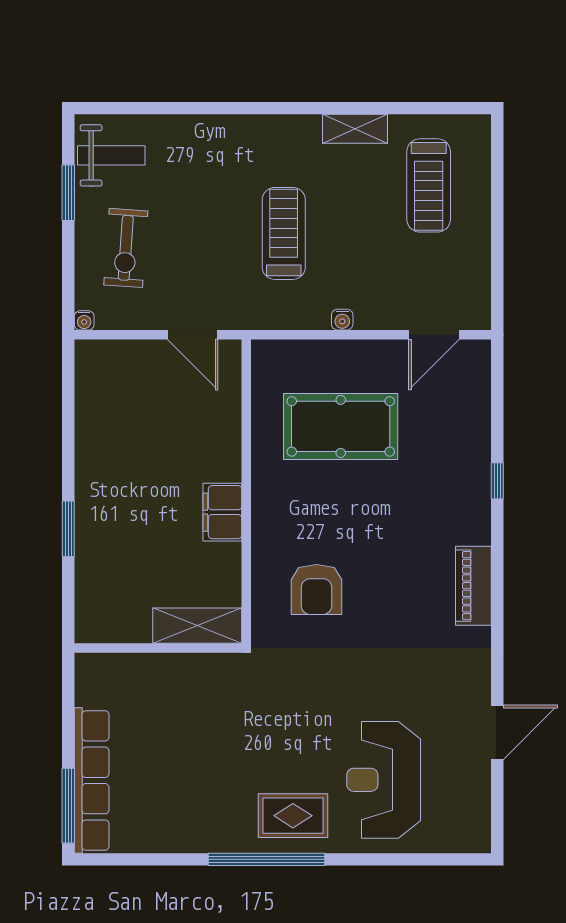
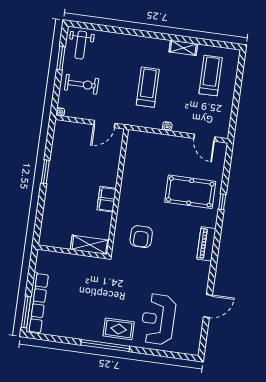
weight bench: (111, 155) -> (81, 45), turned 90
treadmill: (429, 185) -> (211, 76), turned 180
exercise bike: (126, 248) -> (82, 84), turned -94
door: (193, 335) -> (104, 124), hinge flipped
door: (434, 335) -> (204, 138), hinge flipped
pool table: (341, 426) -> (190, 192), moved
window: (68, 529) -> (45, 172), moved

